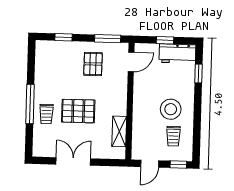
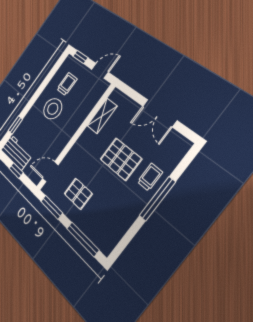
window: (63, 37) -> (83, 239), width x2.17
pallet: (93, 64) -> (78, 194), turned 90

